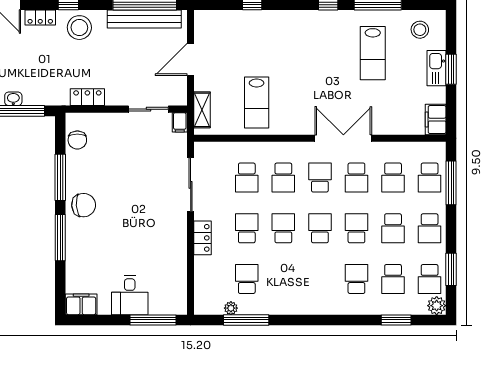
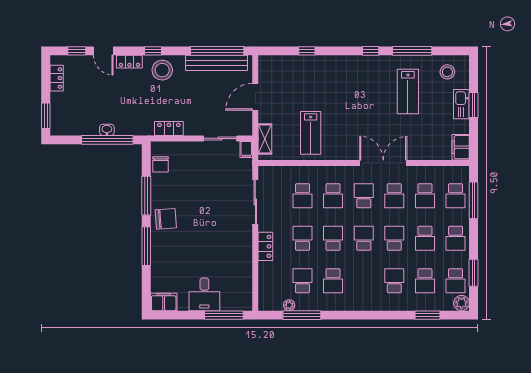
school desk: (283, 279) -> (333, 281), added

